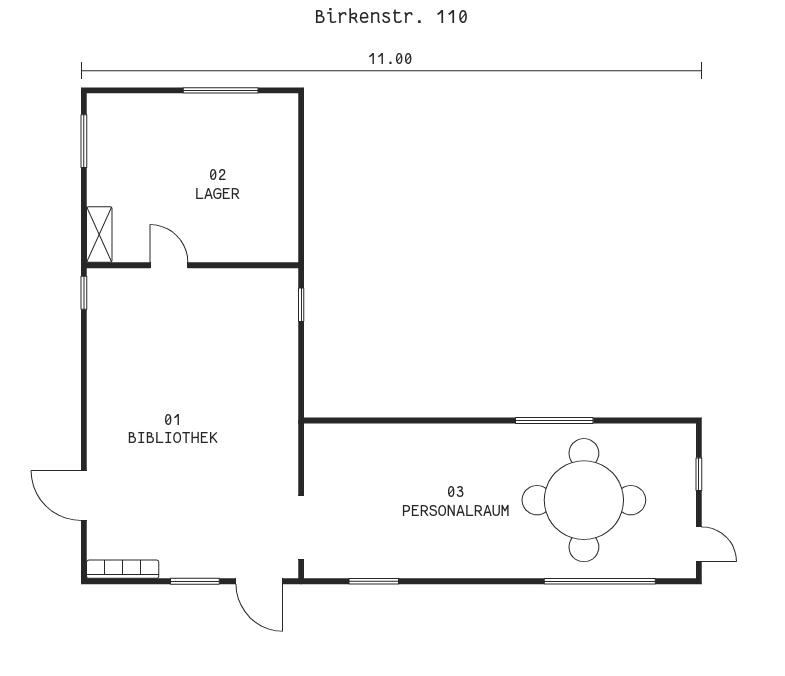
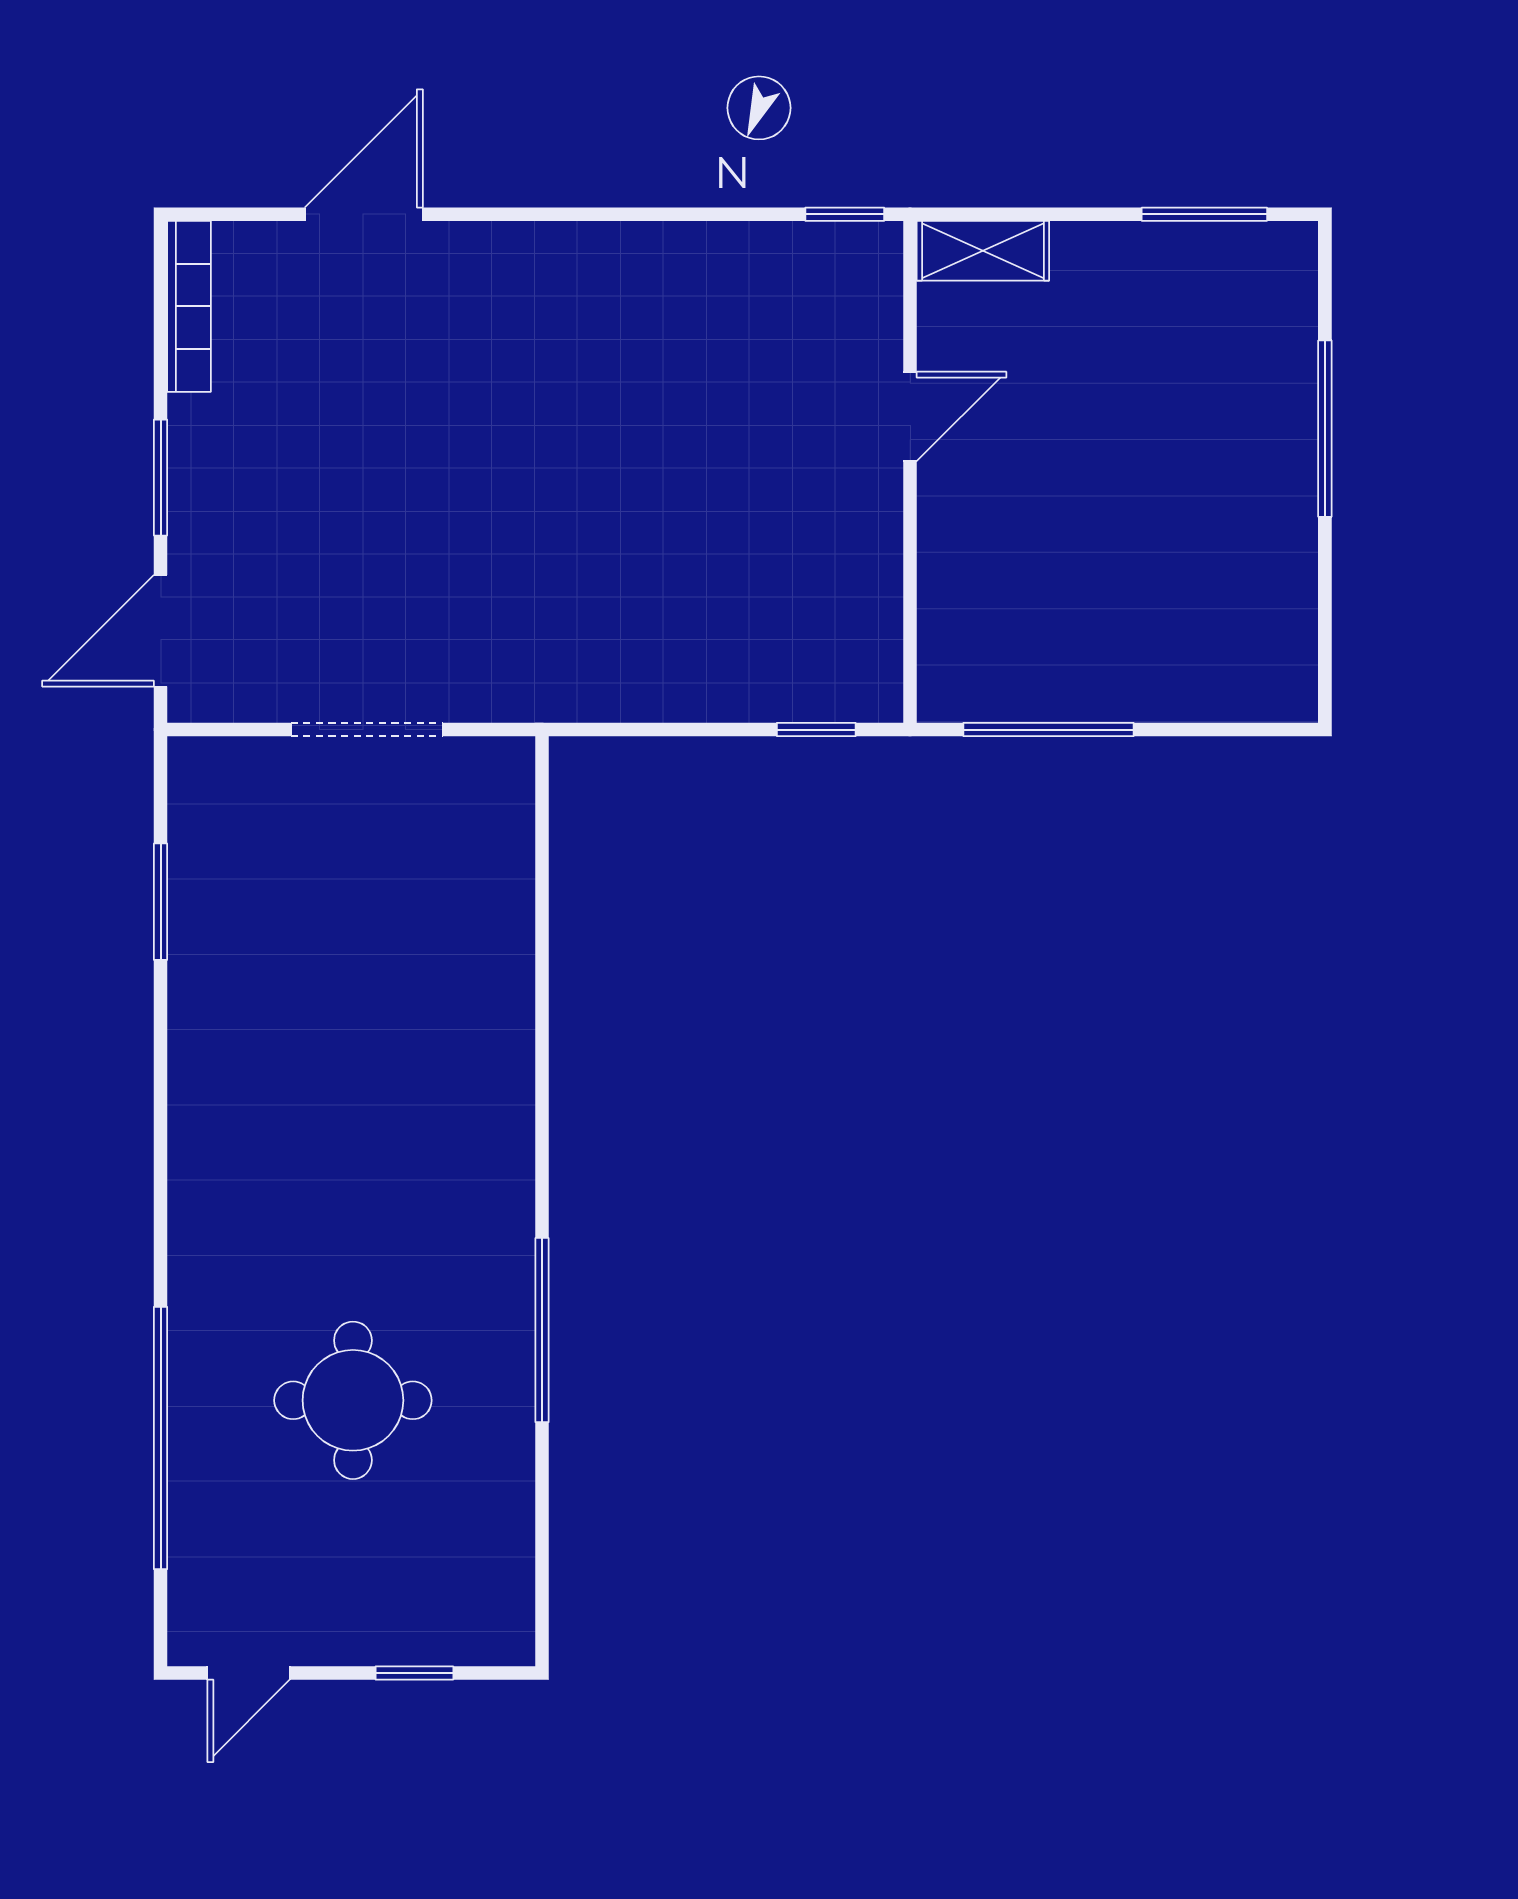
window: (221, 90) -> (1325, 429), moved
window: (301, 207) -> (1048, 730), added
round table: (584, 500) -> (353, 1400), width x0.54, depth x0.54
doorway: (301, 527) -> (367, 730), moved

